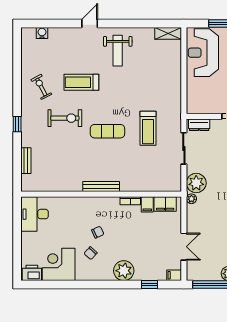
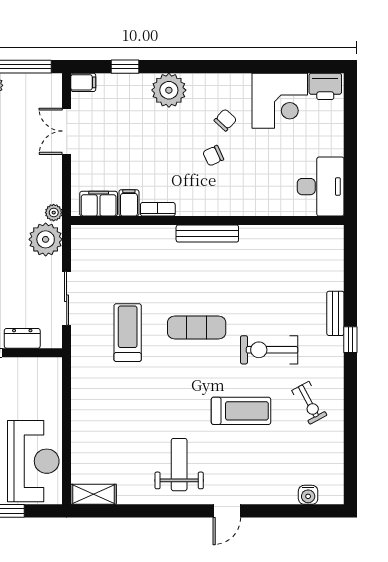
dresser: (199, 125) -> (22, 338), moved
bench: (26, 161) -> (335, 313), moved

